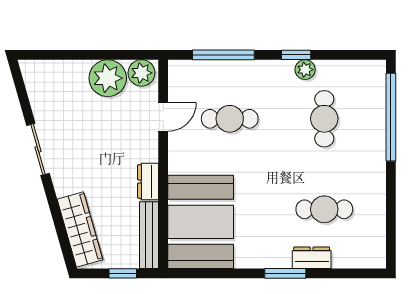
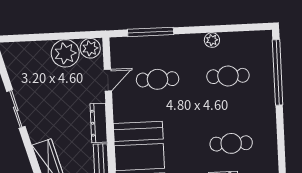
window: (296, 55) -> (205, 29), removed
cafe table: (324, 119) -> (228, 76), turned 90
dresser: (148, 181) -> (99, 123), width x1.44

